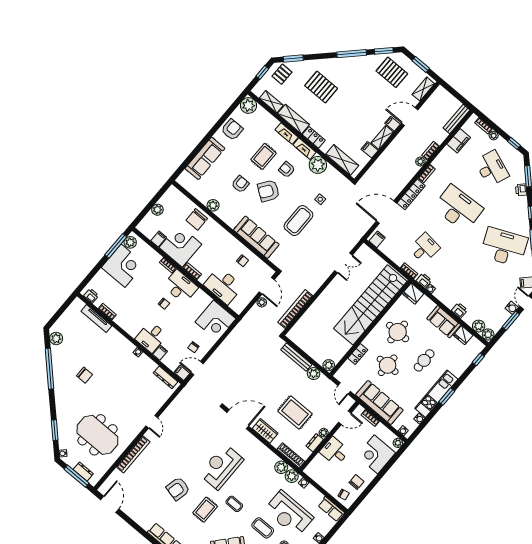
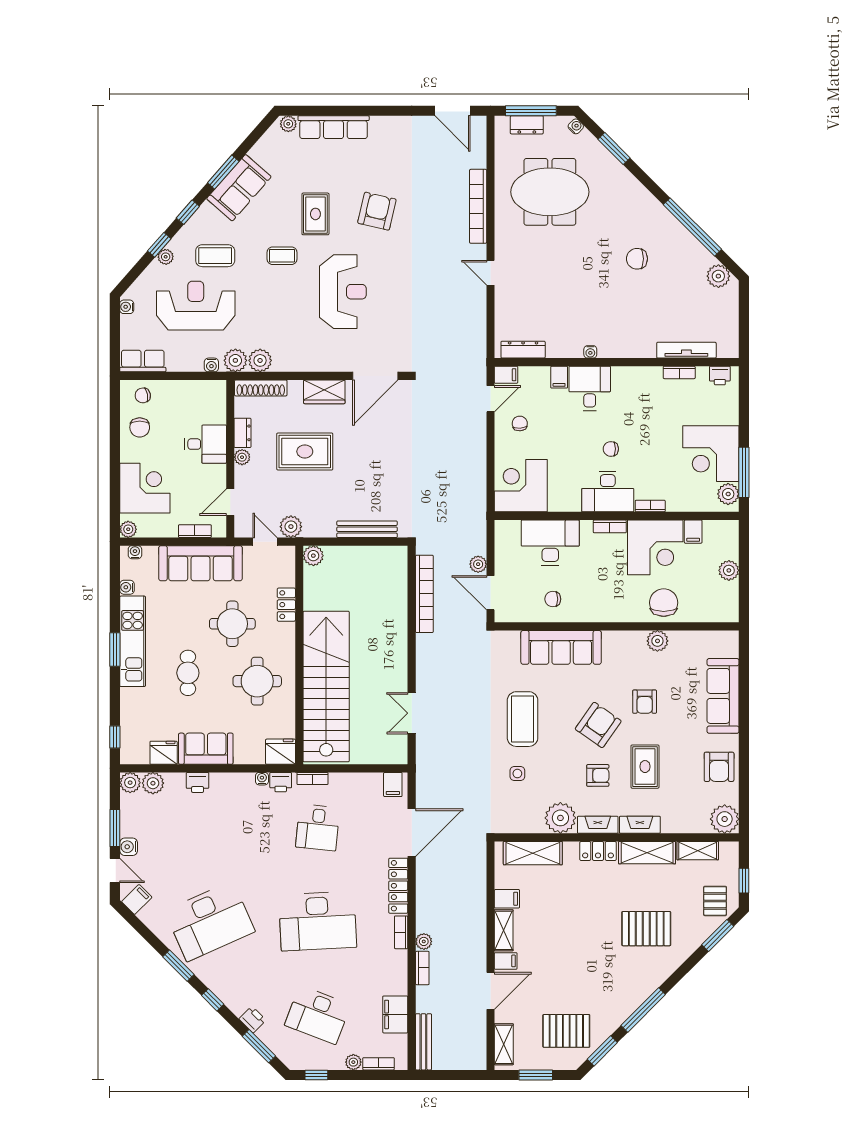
plant: (314, 374) -> (291, 527), moved

